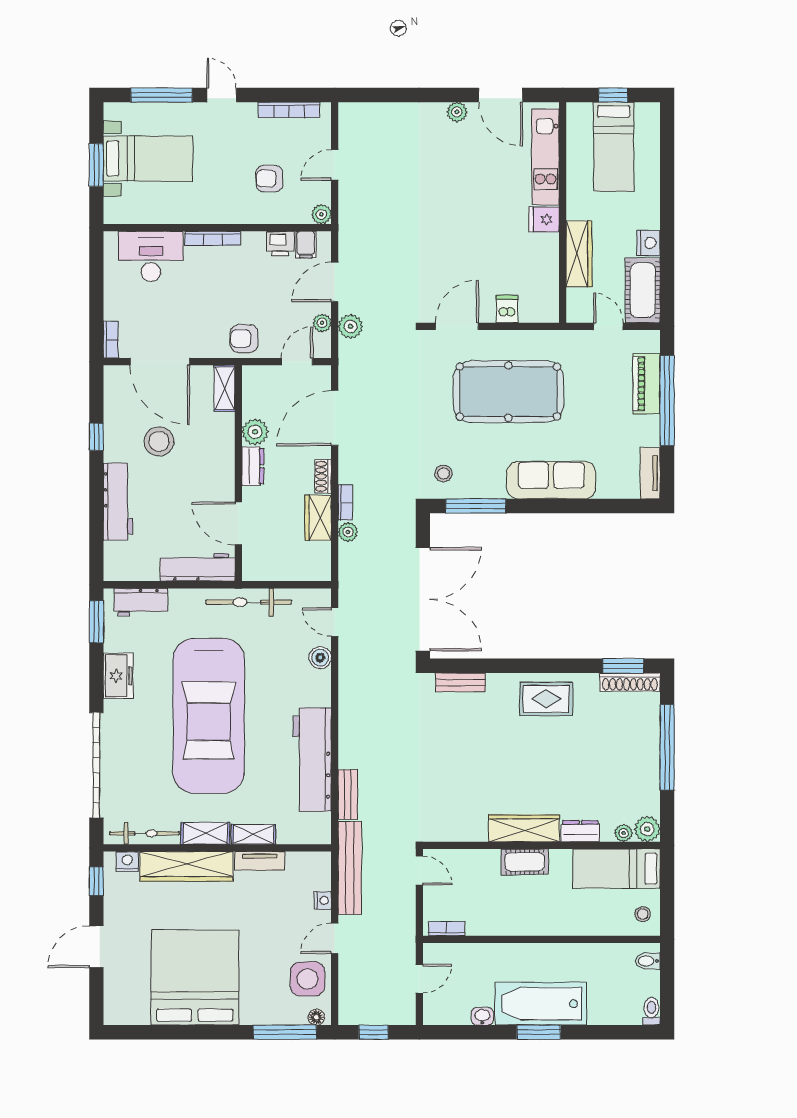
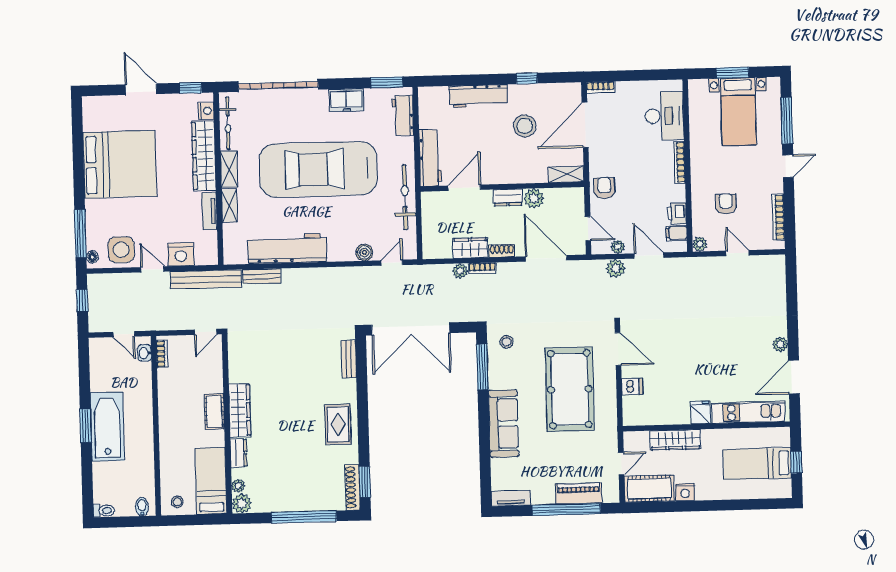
nightstand: (323, 900) -> (181, 254), width x1.89, depth x1.79
washbasin: (482, 1016) -> (145, 353), moved, turned 180

